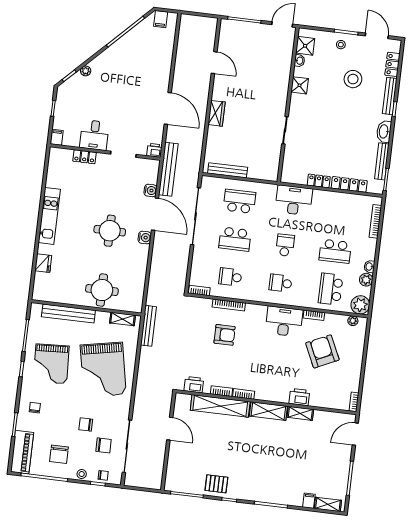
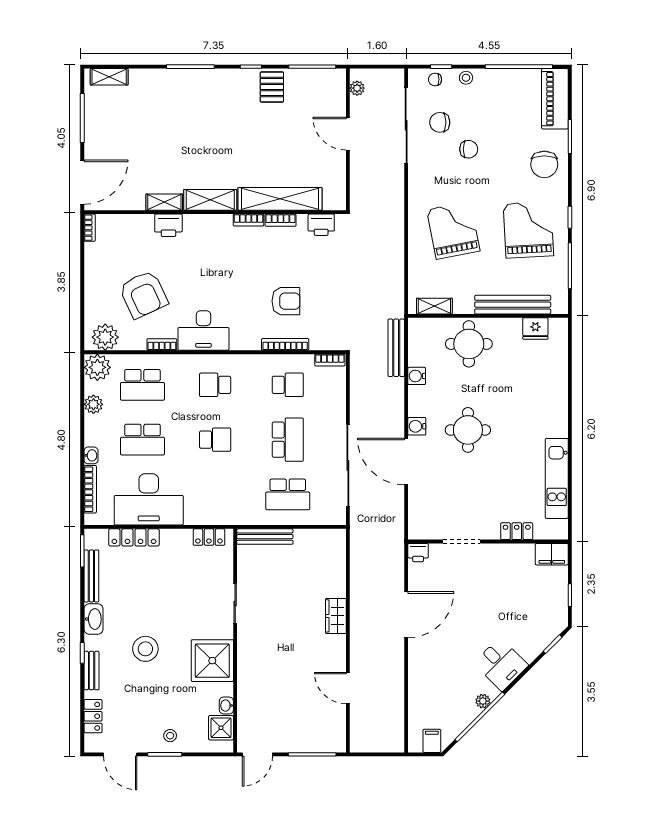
plant: (86, 71) -> (483, 701), moved
stool: (353, 79) -> (145, 649), moved
shower: (300, 85) -> (212, 661), width x1.86, depth x1.86
bench: (390, 96) -> (92, 671), width x0.73
door: (168, 108) -> (406, 615), swing flipped
desk: (94, 135) -> (501, 664), moved, turned 135
filing cabinet: (57, 137) -> (552, 554), width x2.00
bench: (168, 169) -> (395, 528), removed
bench: (228, 170) -> (265, 537), moved
locker: (319, 181) -> (209, 537), moved
water cooler: (150, 190) -> (417, 376), moved
desk: (294, 200) -> (149, 499), moved, width x1.36, depth x1.30
kitchen unit: (49, 216) -> (557, 478), moved
school desk: (235, 239) -> (288, 440), turned 90
school desk: (285, 245) -> (215, 440), turned -90
school desk: (335, 251) -> (142, 440), turned 180
fridge: (43, 263) -> (535, 328), moved, turned -90
washbasin: (369, 267) -> (91, 455), moved
school desk: (280, 283) -> (215, 385), turned 180
school desk: (331, 289) -> (142, 385), turned 90
plant: (353, 321) -> (105, 337), width x1.87, depth x1.87
bench: (148, 326) -> (396, 348), moved
armchair: (225, 335) -> (286, 301), turned 180
grand piano: (103, 370) -> (453, 230), width x0.73, depth x0.68
chair: (35, 408) -> (544, 164), width x1.87, depth x1.87
door: (170, 429) -> (348, 134), moved
door: (355, 434) -> (82, 182), width x1.36
chair: (59, 454) -> (502, 102), removed
plant: (158, 476) -> (357, 88), added
pallet: (216, 484) -> (272, 87), turned 90
filing cabinet: (309, 501) -> (137, 79), removed

